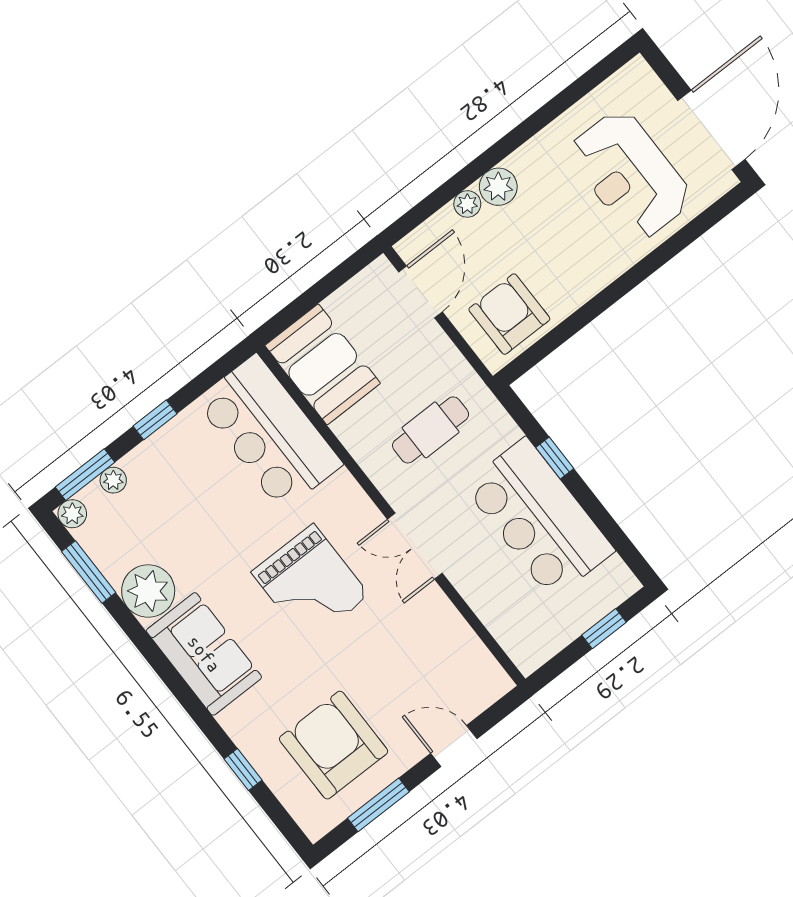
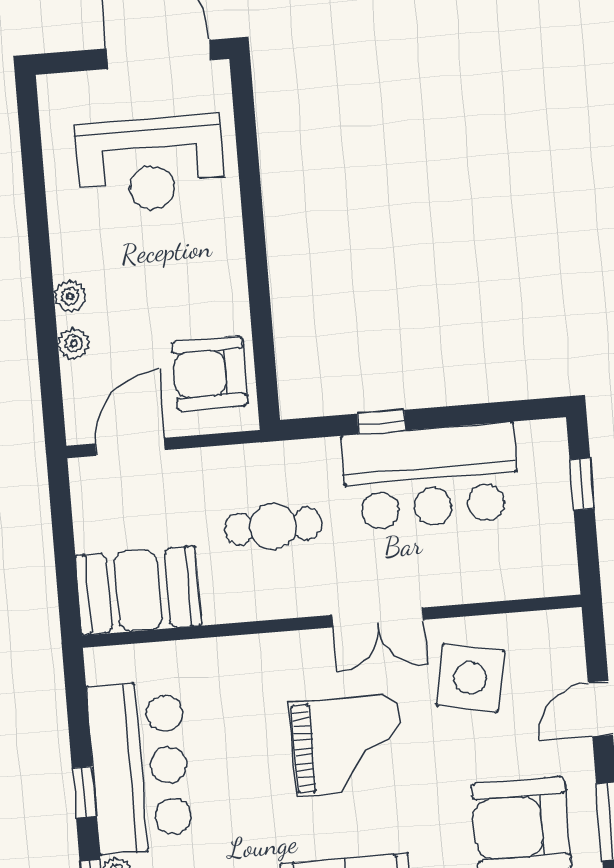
plant: (498, 187) -> (70, 296), width x0.73, depth x0.73
door: (420, 292) -> (130, 447), hinge flipped
cafe table: (431, 430) -> (273, 527), turned 90
bar counter: (269, 432) -> (140, 767), moved, turned -90
side table: (415, 640) -> (470, 678), added

